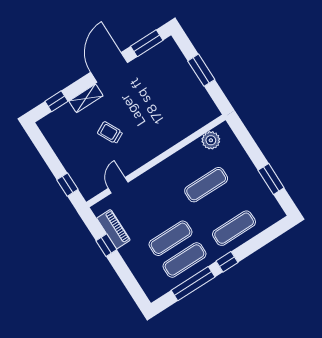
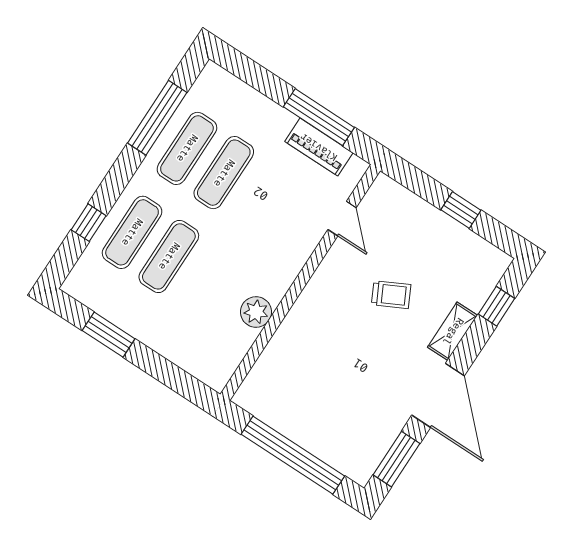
window: (201, 70) -> (293, 455), width x2.11
plant: (211, 140) -> (256, 312), moved
window: (67, 185) -> (461, 210), moved
exercise mat: (206, 185) -> (169, 256), moved
window: (106, 245) -> (319, 117), width x2.17
window: (227, 262) -> (89, 223), moved

